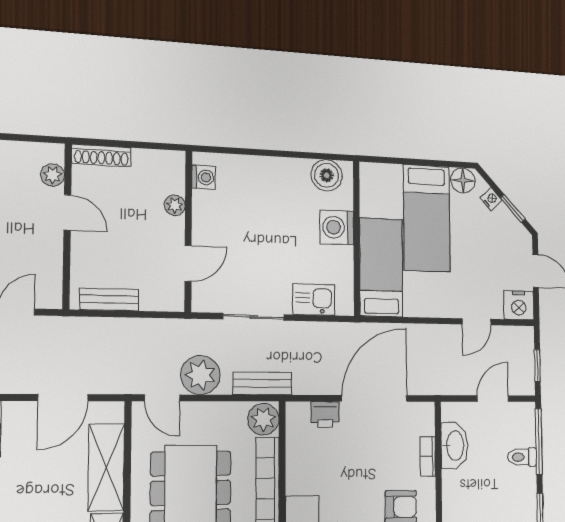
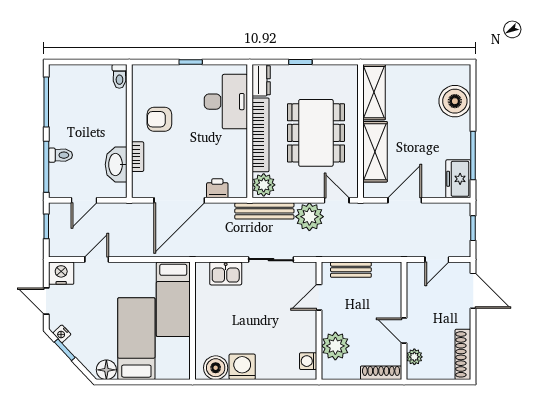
nightstand: (491, 199) -> (62, 334), moved
plant: (175, 205) -> (335, 346), width x1.87, depth x1.87
washing machine: (337, 227) -> (242, 367), moved, turned -90
bench: (109, 299) -> (351, 270), moved
bench: (262, 383) -> (264, 211), width x1.36

